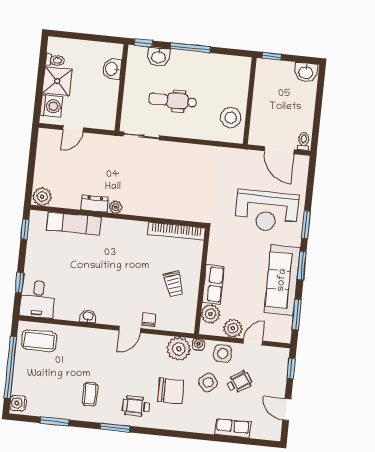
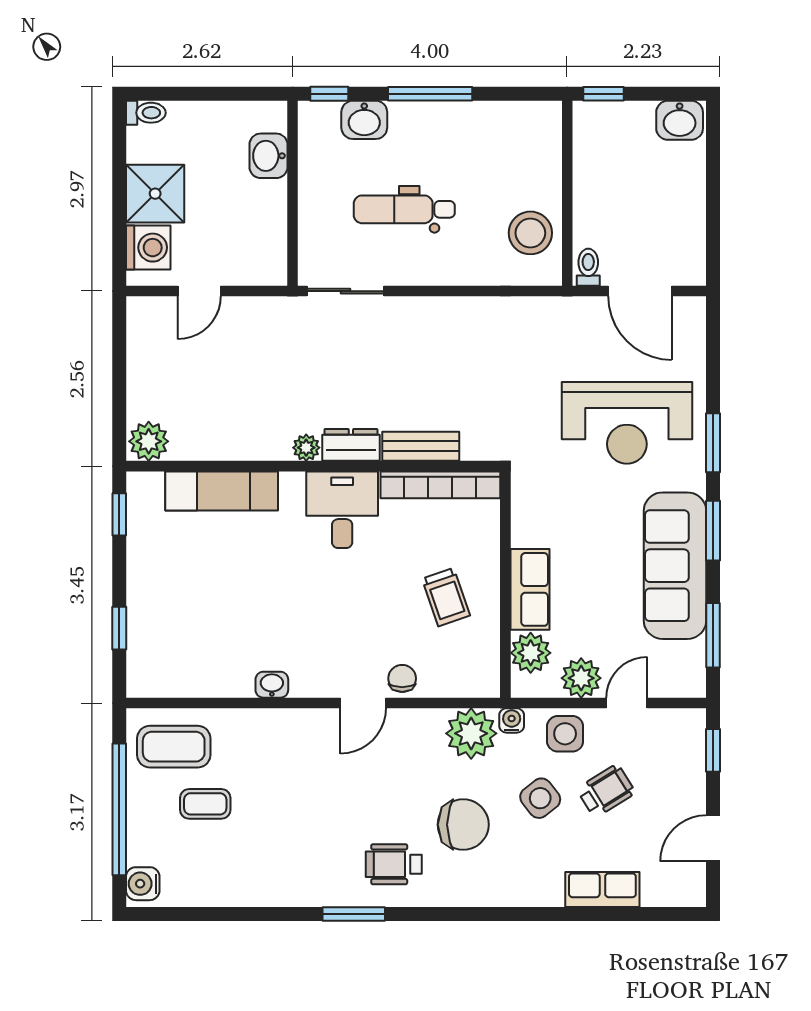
toilet: (55, 60) -> (146, 113), moved
toilet: (304, 141) -> (588, 267), moved
dresser: (95, 204) -> (351, 445), moved
bench: (169, 212) -> (421, 446), added
desk: (38, 299) -> (342, 510), moved, turned 180
coffee table: (90, 394) -> (205, 804), moved, turned 90
door: (287, 410) -> (713, 838), hinge flipped
window: (55, 421) -> (224, 914), removed

